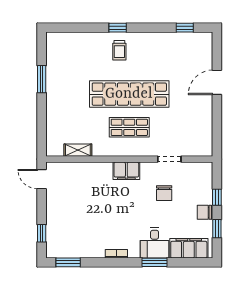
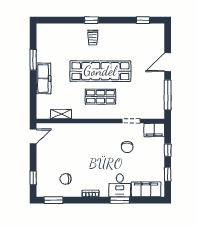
freezer: (55, 104) -> (44, 78), added
window: (217, 125) -> (168, 95), added
filing cabinet: (126, 171) -> (154, 130), moved
door: (42, 179) -> (33, 136), swing flipped
chair: (204, 212) -> (66, 179), moved

